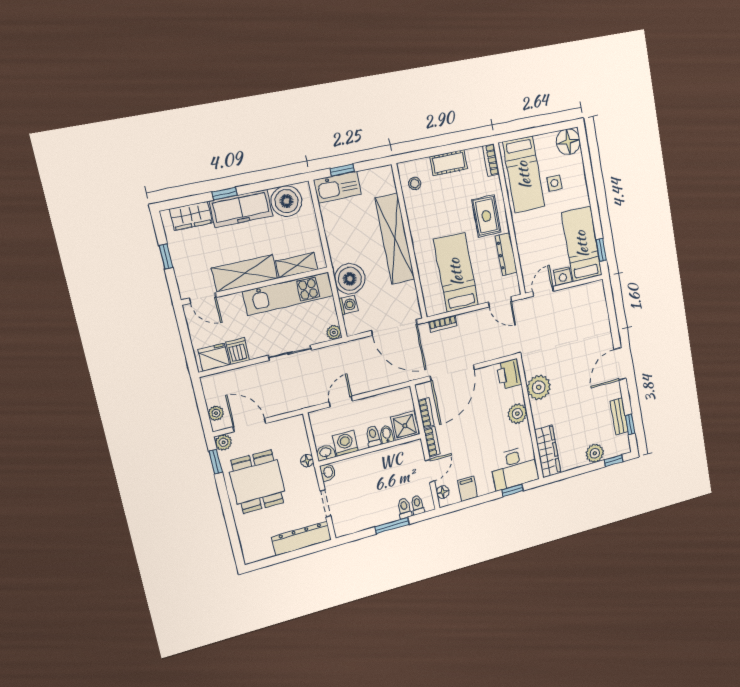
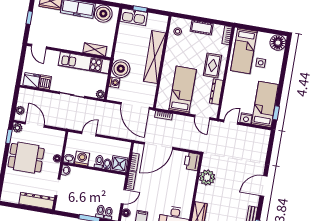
shelving: (245, 273) -> (66, 43), removed
plant: (517, 414) -> (188, 187), removed
dining table: (257, 482) -> (26, 158), turned 90

